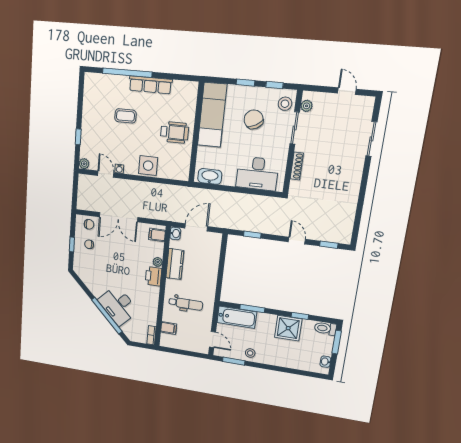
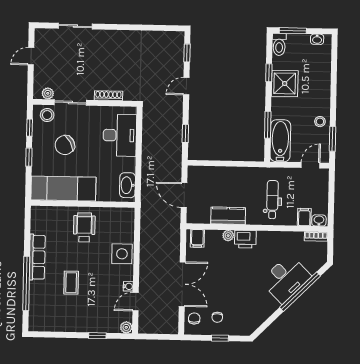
washbasin: (175, 233) -> (319, 220), moved

